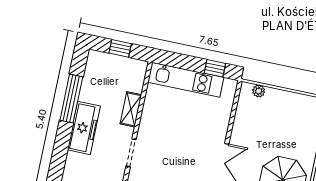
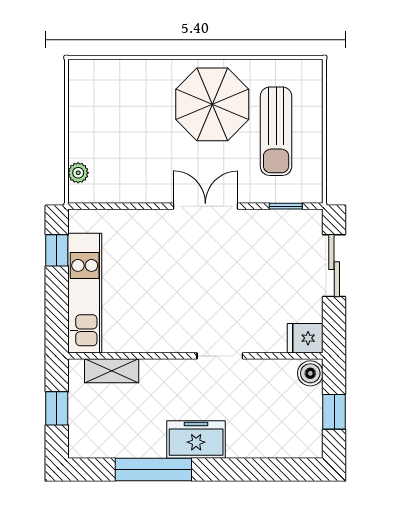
shelving: (131, 109) -> (112, 371), moved
freezer: (84, 128) -> (196, 440), width x0.71

